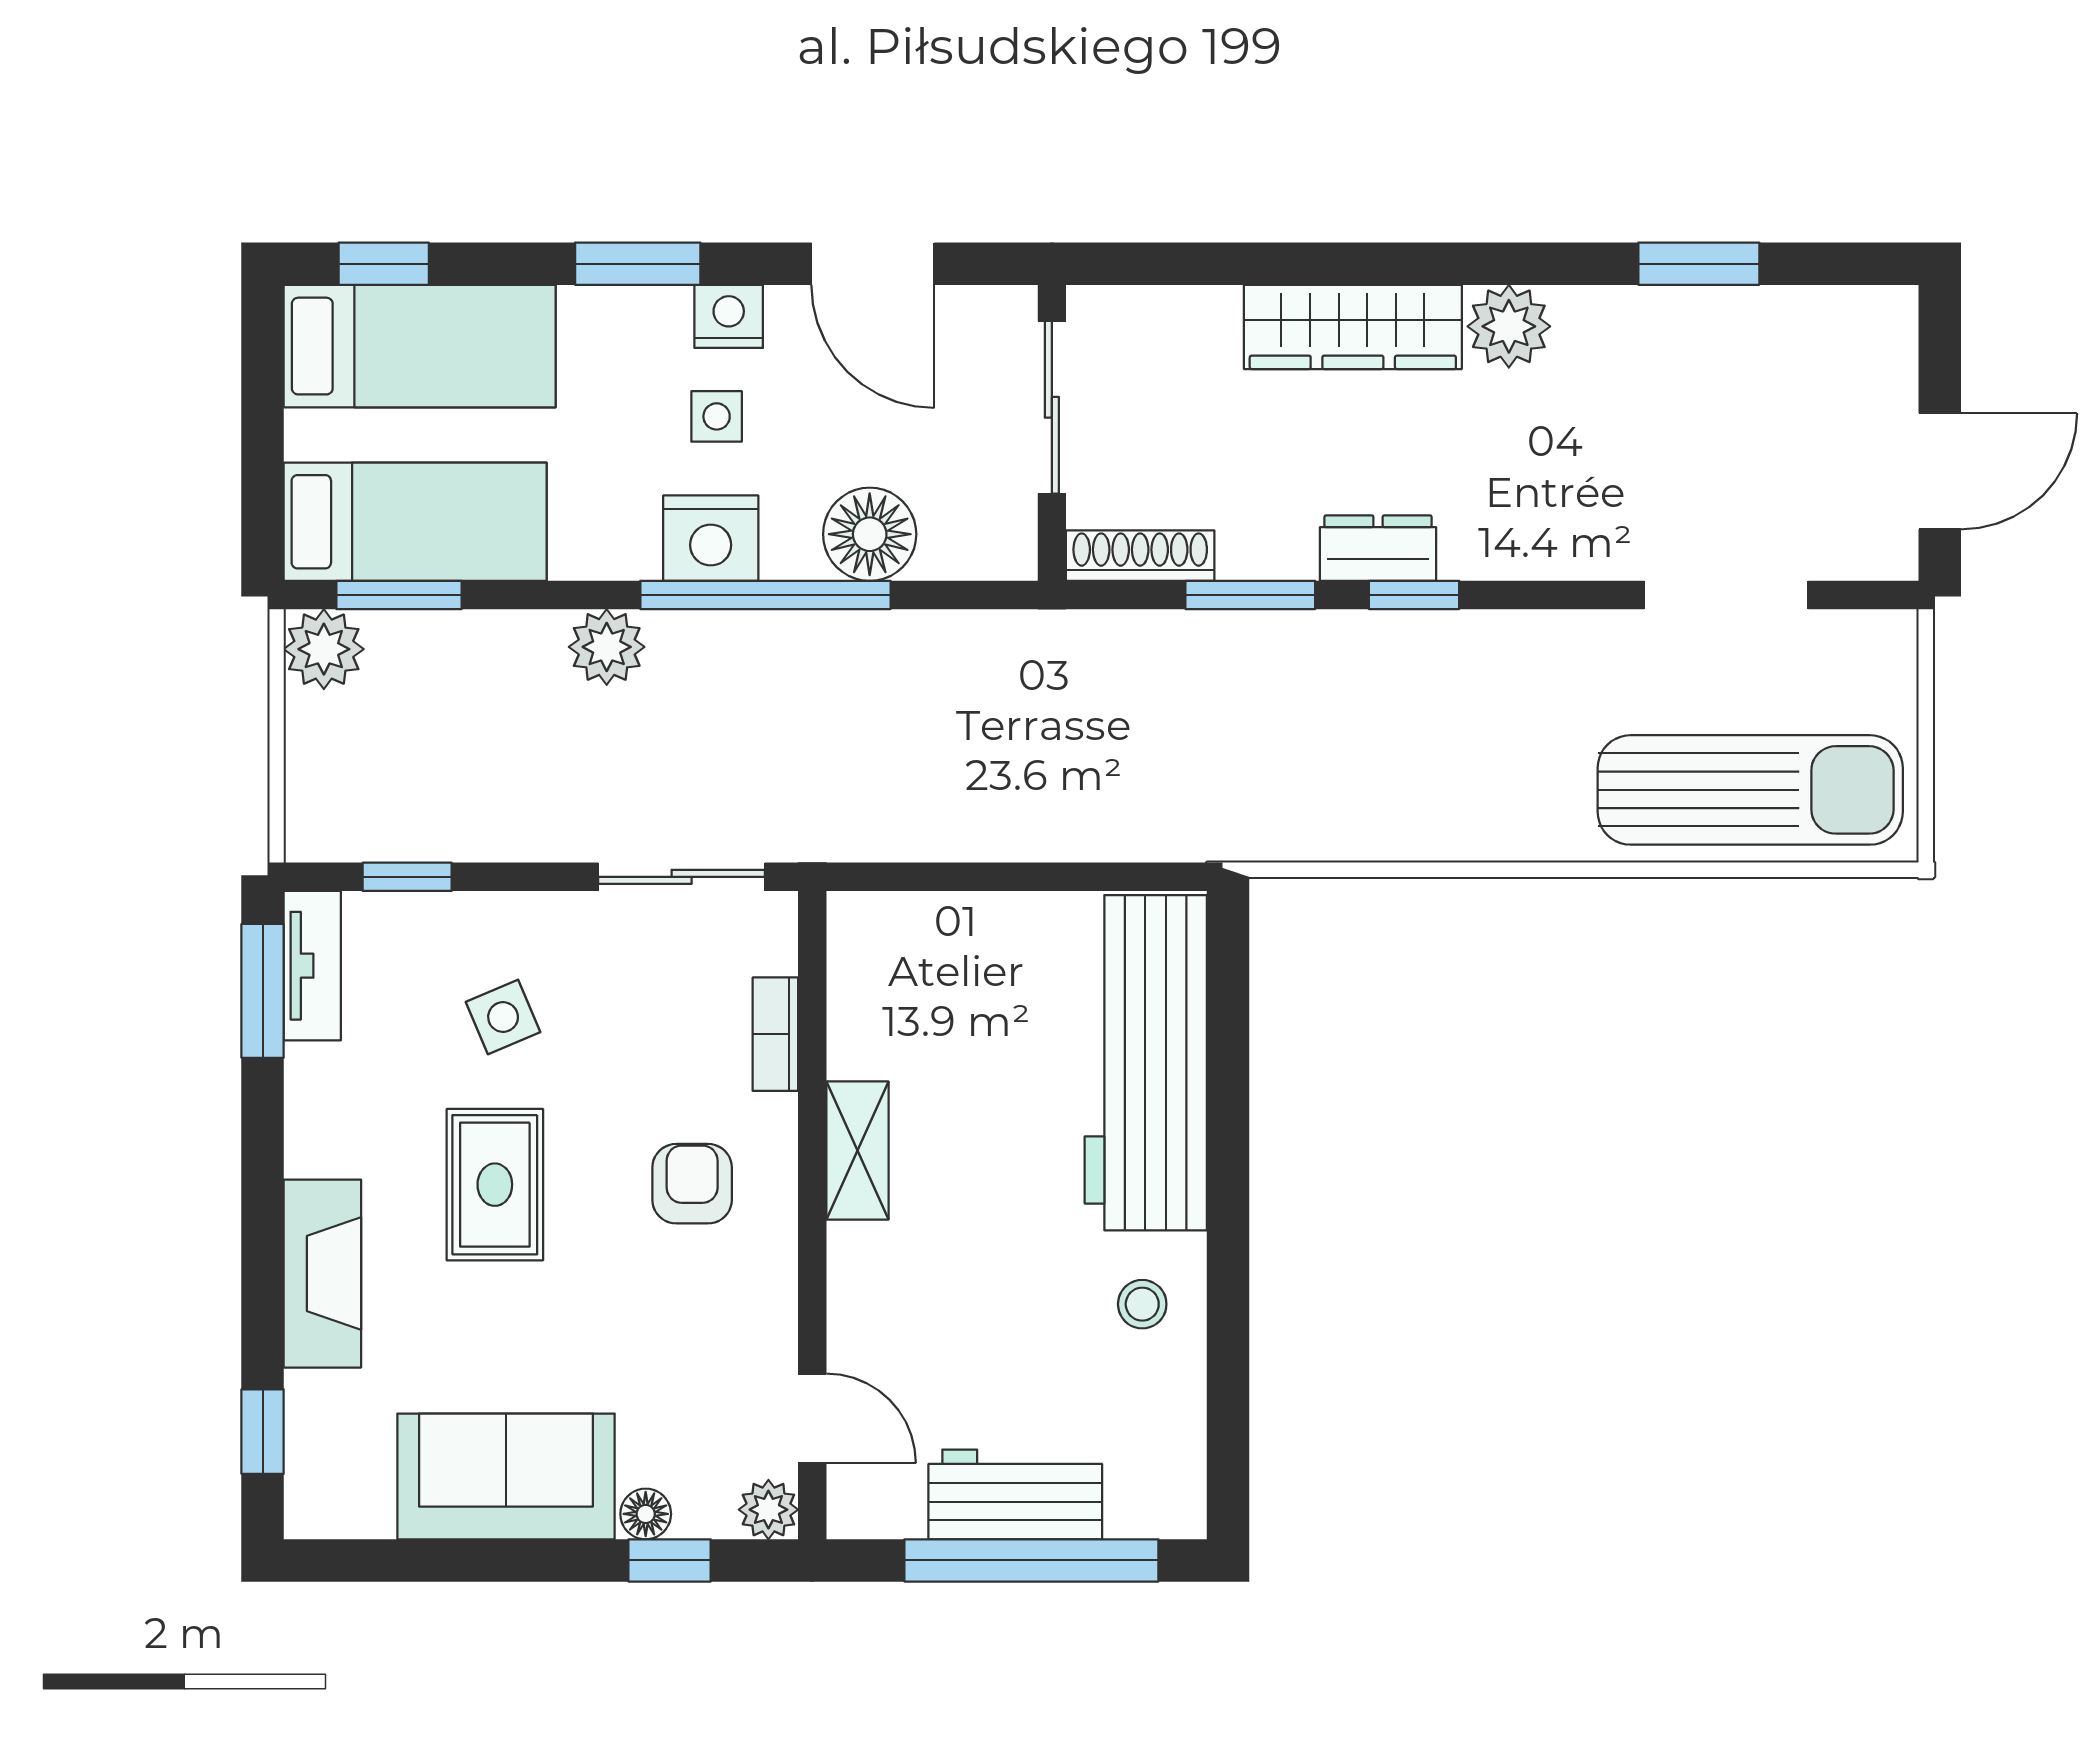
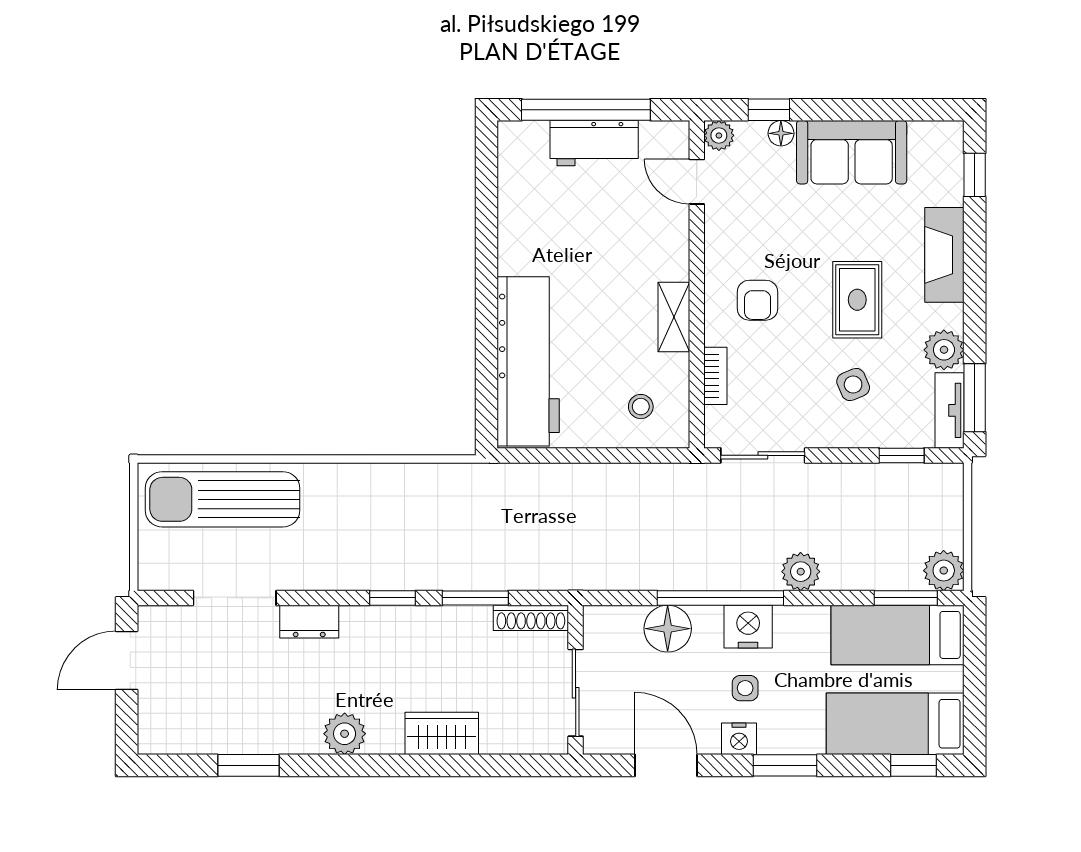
wardrobe: (1353, 327) -> (442, 733), width x0.67
dresser: (1378, 548) -> (309, 622), moved
plant: (323, 1086) -> (944, 350), added
stool: (1142, 1304) -> (641, 407), moved

